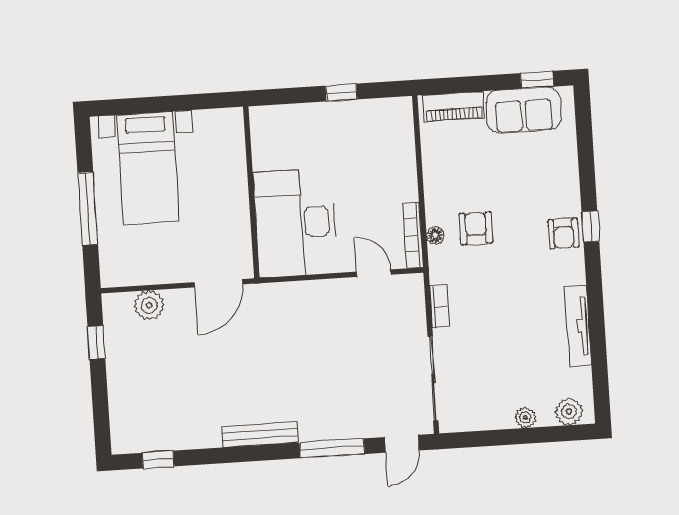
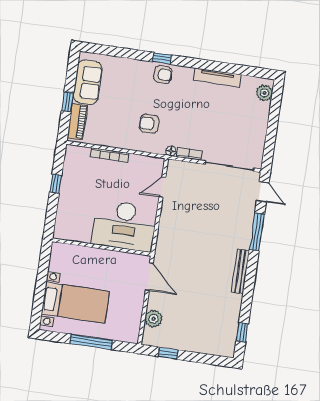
window: (537, 80) -> (68, 102), moved
bookcase: (413, 235) -> (109, 155), moved
floor lamp: (435, 235) -> (171, 151), moved
plant: (525, 417) -> (263, 118), removed

